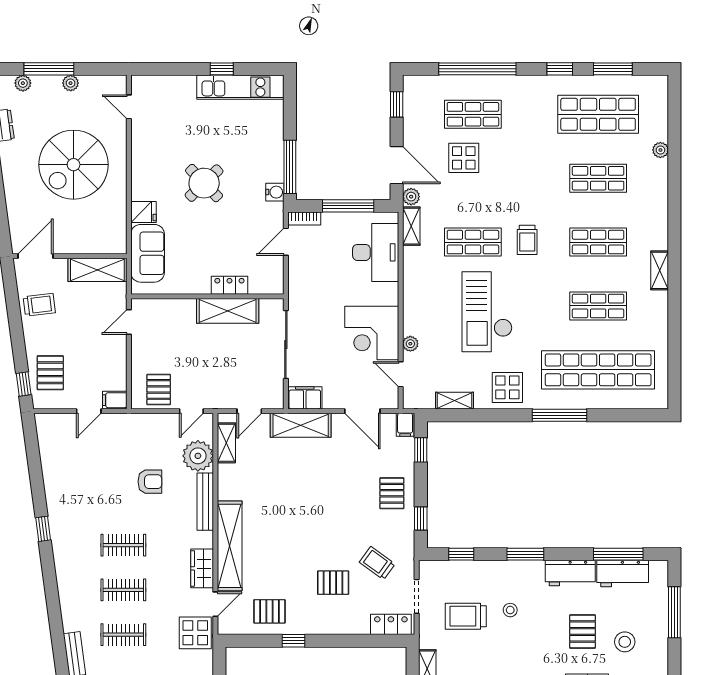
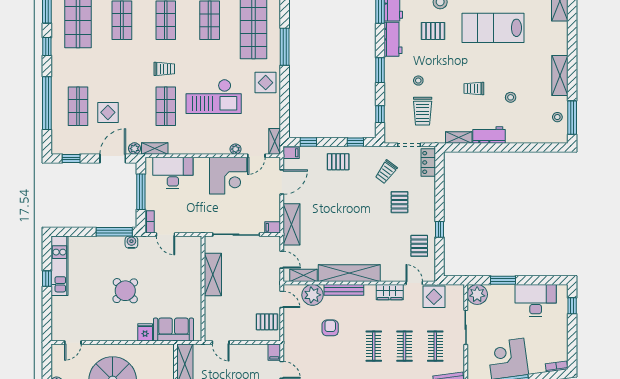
locker: (229, 285) -> (195, 273), removed
filing cabinet: (305, 398) -> (273, 227), width x0.50
shelving: (454, 401) -> (275, 141), moved
shelving: (230, 546) -> (349, 273), moved

